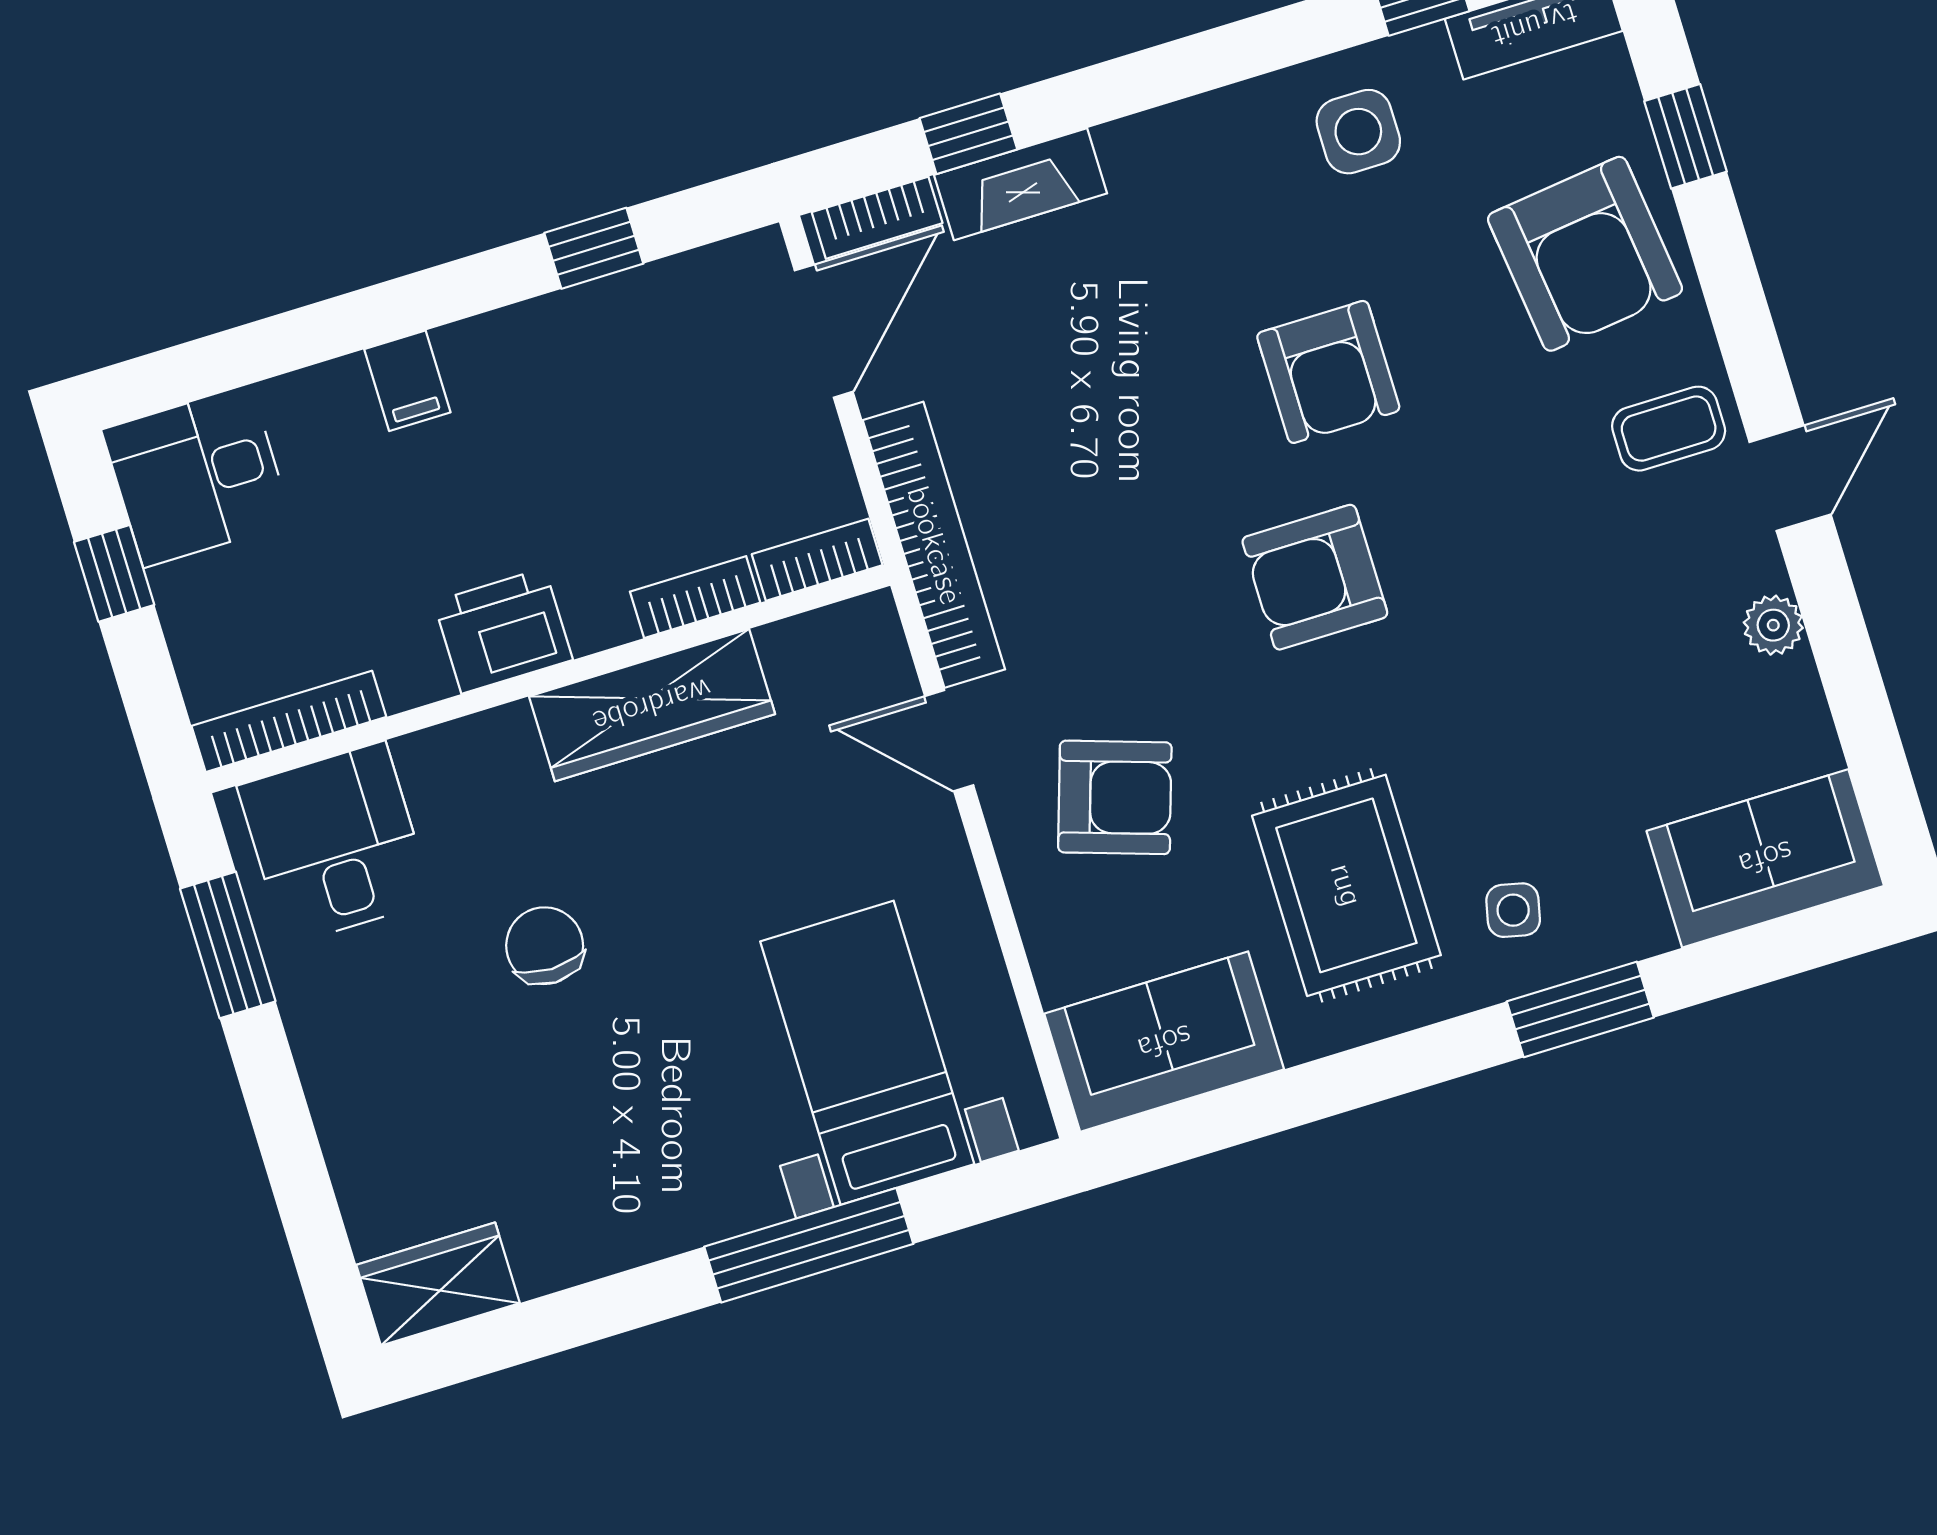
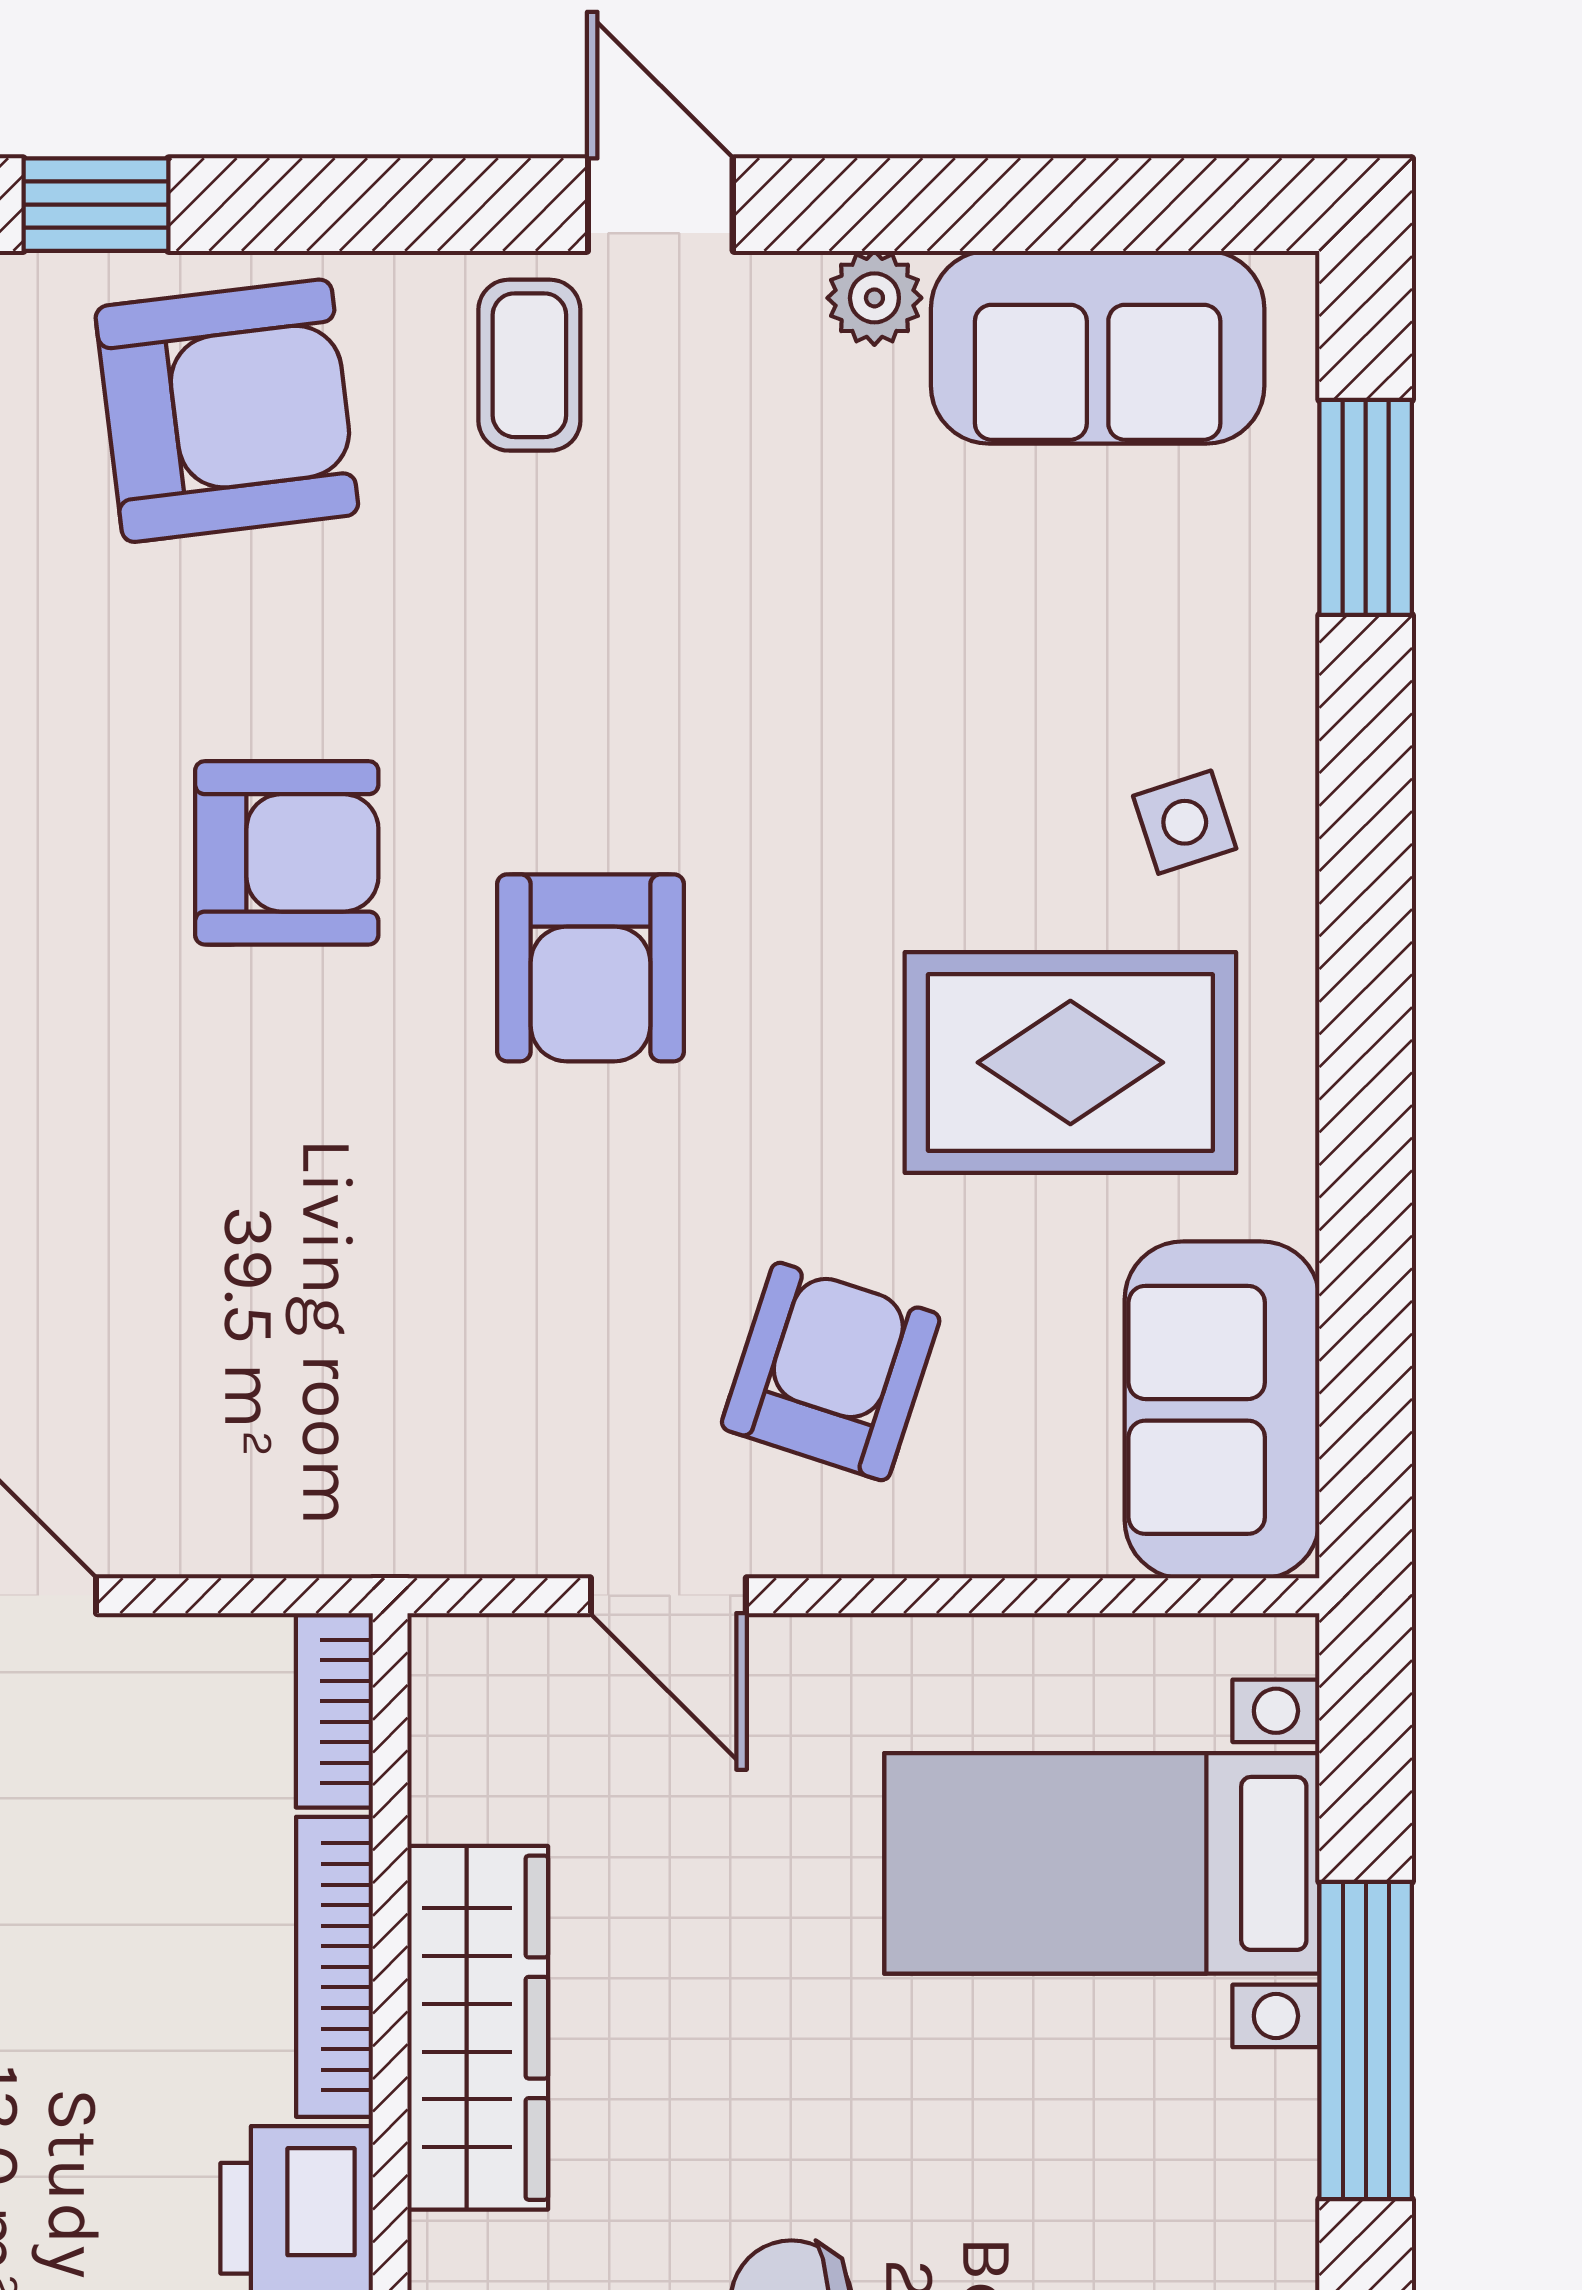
bookcase: (934, 545) -> (366, 1528), removed
bookcase: (695, 597) -> (334, 1967), width x1.56
door: (949, 741) -> (668, 1596), hinge flipped
sofa: (1765, 858) -> (1098, 347), moved, turned -90
side table: (1513, 910) -> (1185, 822), turned -31
window: (1580, 1009) -> (1366, 507), moved

